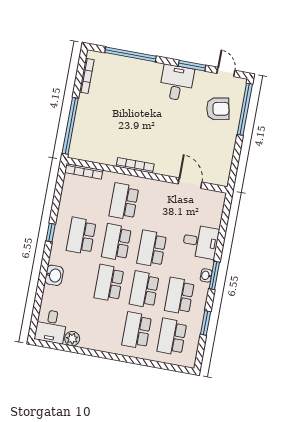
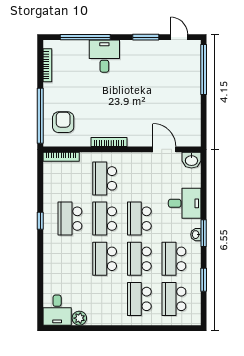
desk: (177, 83) -> (104, 56), moved
armchair: (218, 109) -> (63, 122), moved, turned -79
washbasin: (54, 275) -> (191, 160), moved, turned 90

